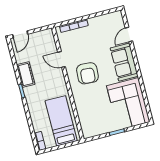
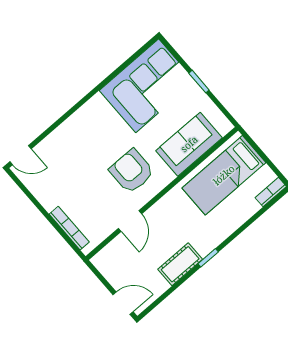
door: (129, 35) -> (20, 155), moved
sofa: (124, 62) -> (189, 144), moved, turned 180
armchair: (87, 73) -> (132, 171), turned -94

